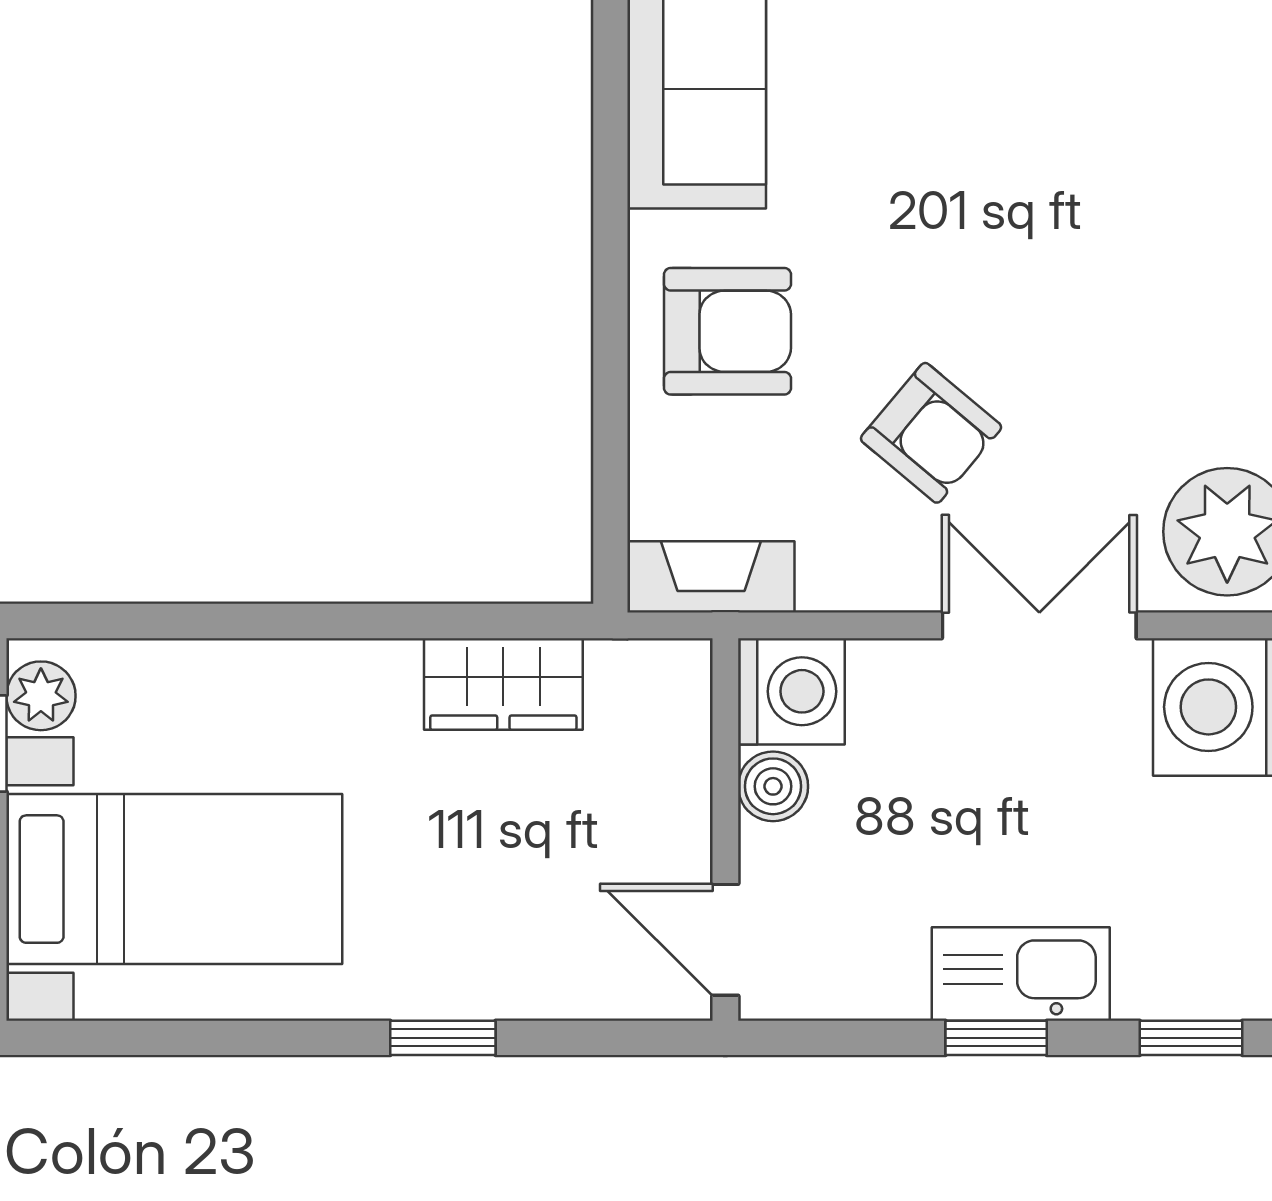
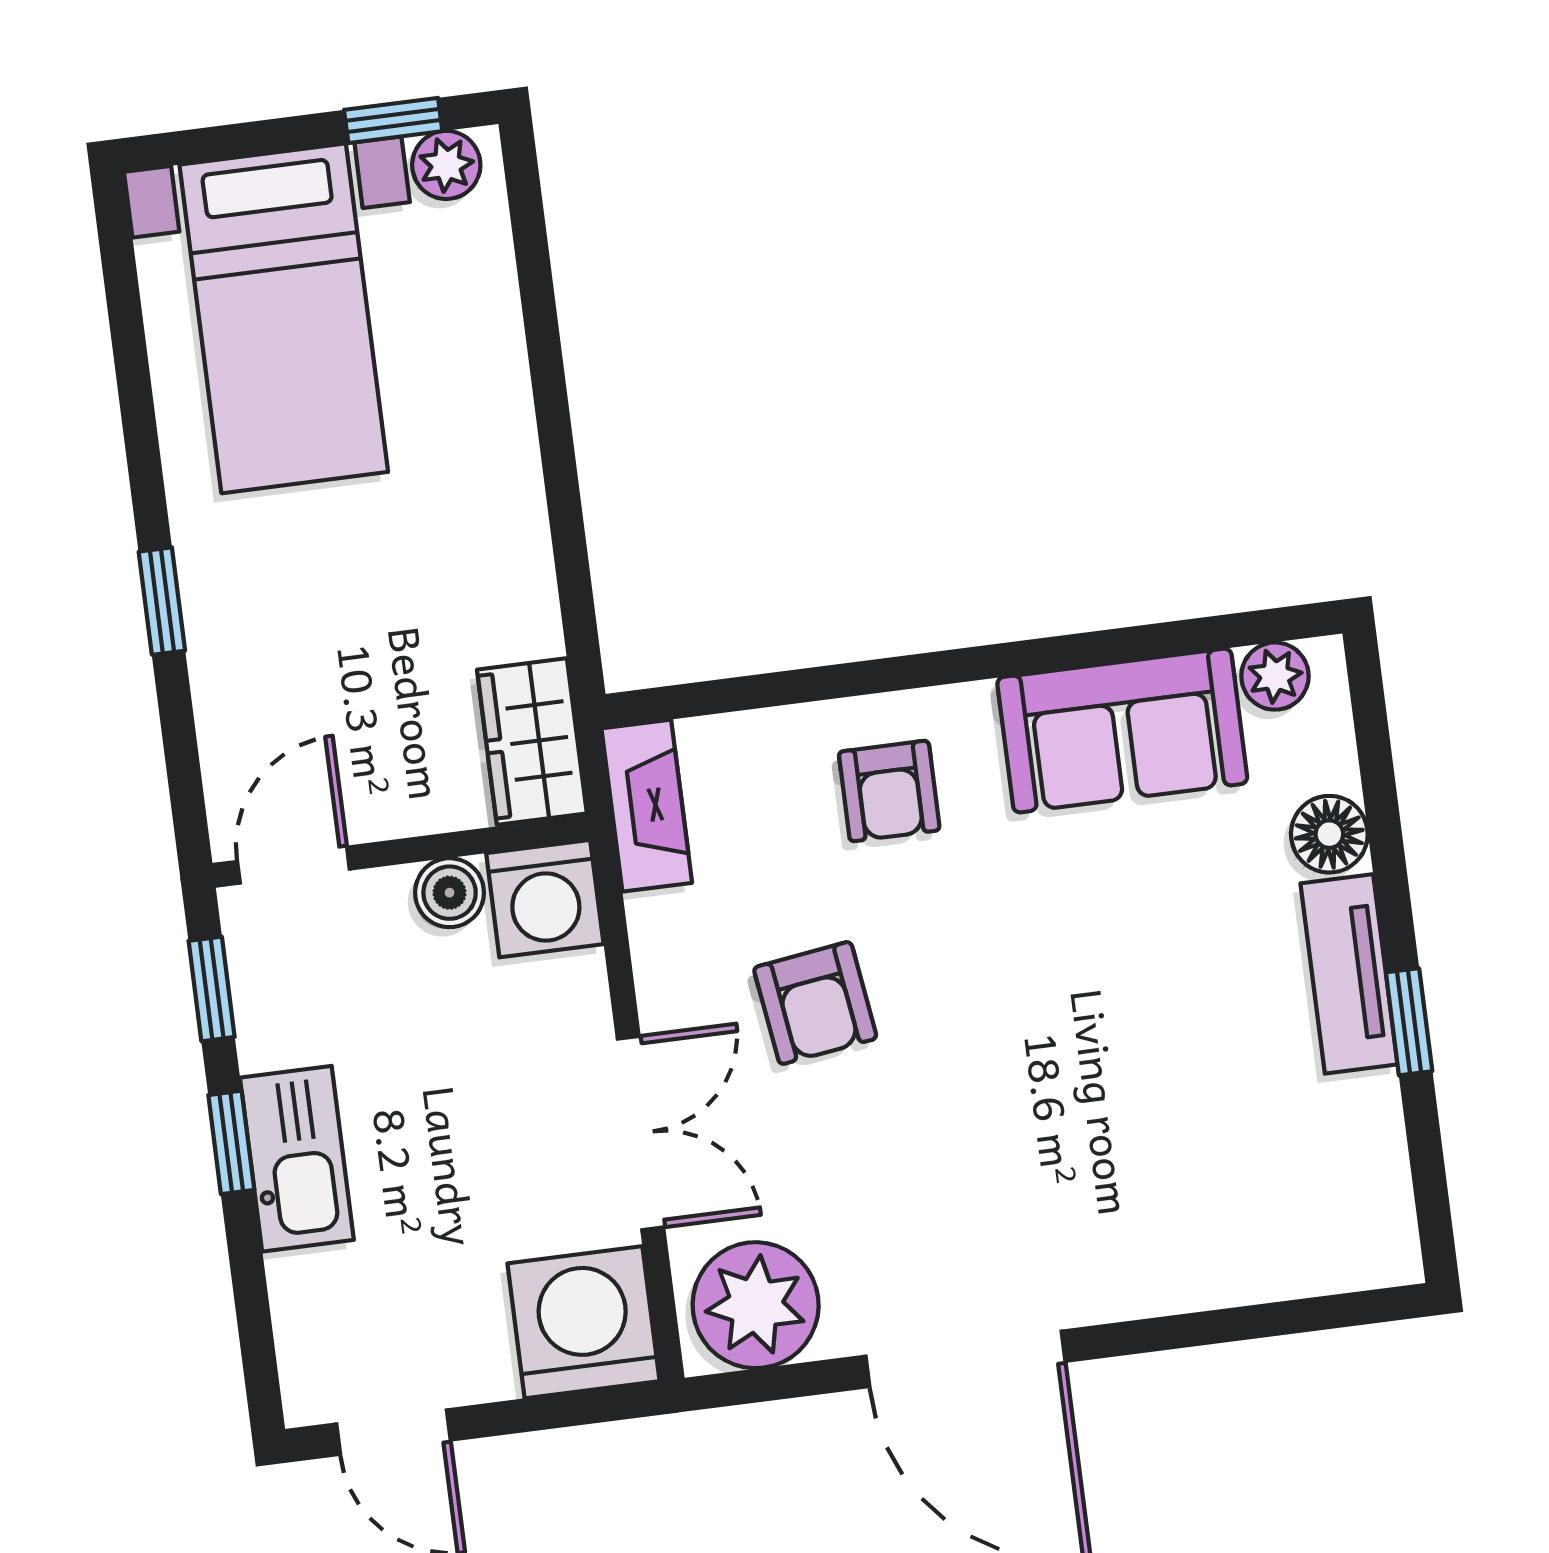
armchair: (727, 331) -> (889, 791), width x0.72, depth x0.72
armchair: (931, 433) -> (815, 1003), turned -48
wardrobe: (503, 684) -> (532, 741), moved
window: (1191, 1038) -> (212, 989), moved

